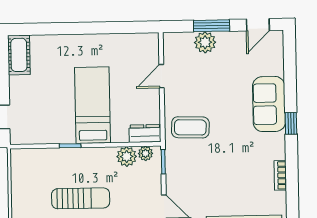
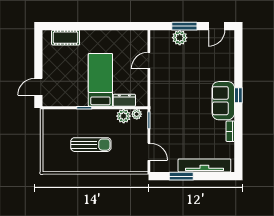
cot: (19, 55) -> (66, 38), moved, turned 90
sofa: (269, 104) -> (223, 101), moved
coffee table: (190, 127) -> (168, 97), removed
dresser: (145, 133) -> (124, 100), moved

